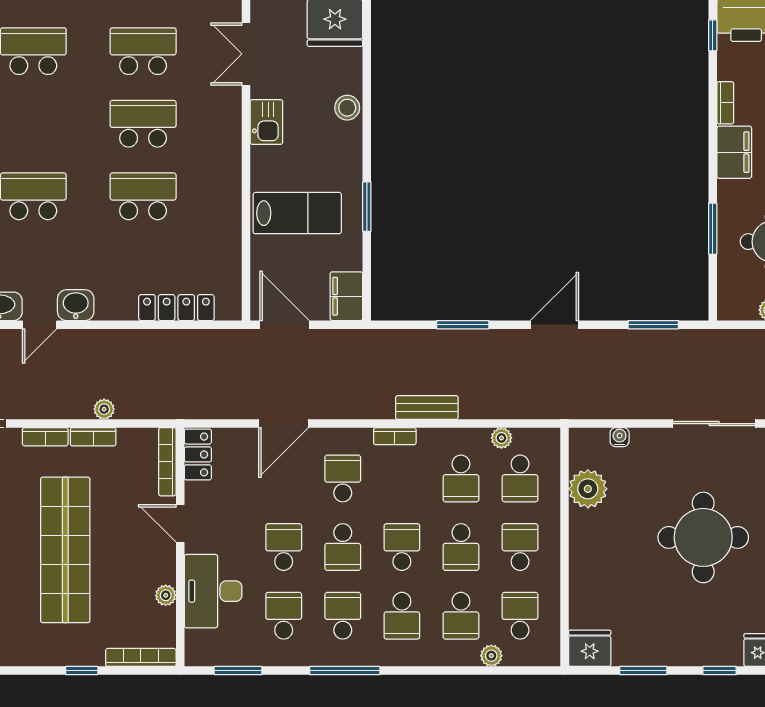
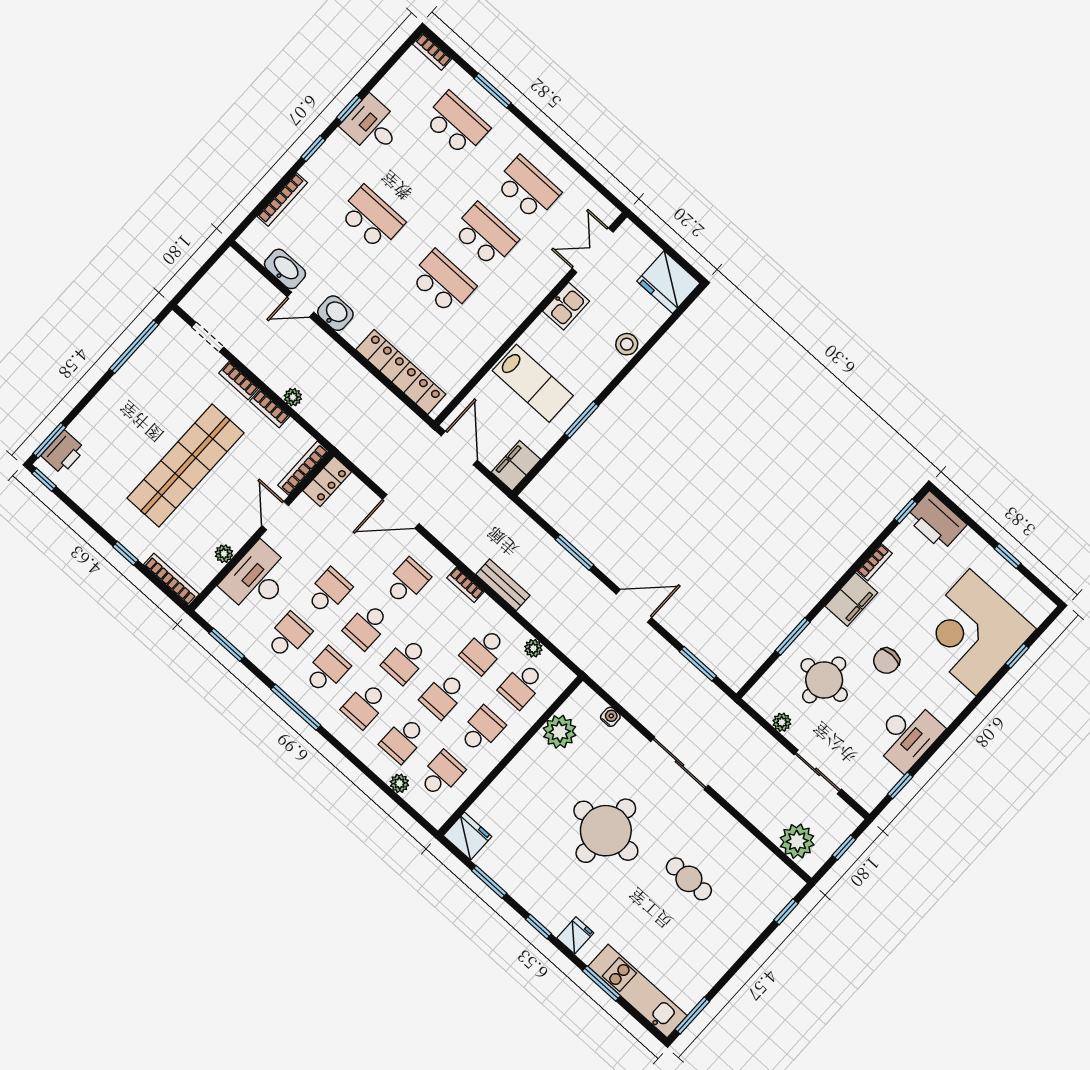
locker: (176, 308) -> (401, 372), width x1.41, depth x1.21
school desk: (402, 547) -> (405, 661), turned 180

